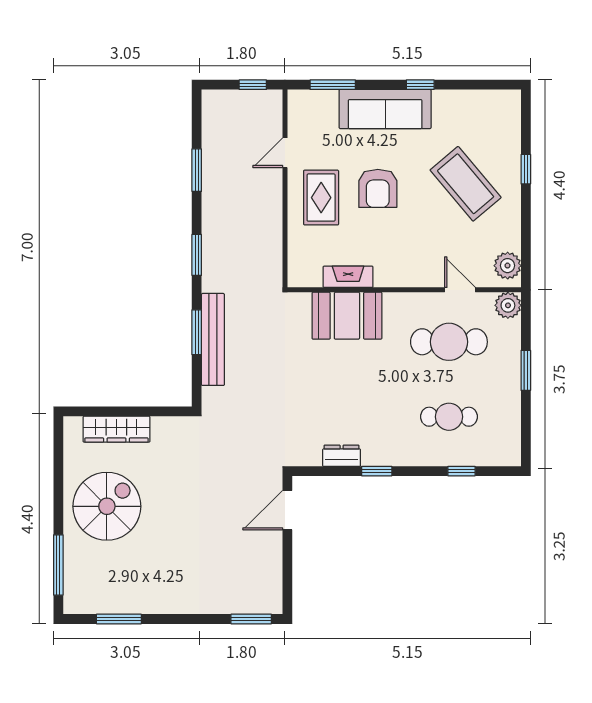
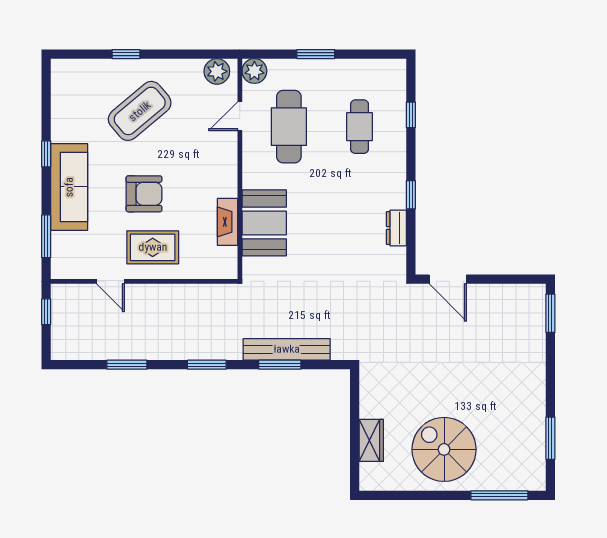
wardrobe: (116, 429) -> (371, 440), width x0.67

